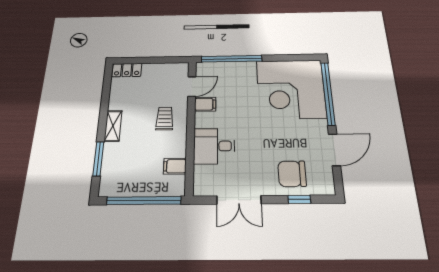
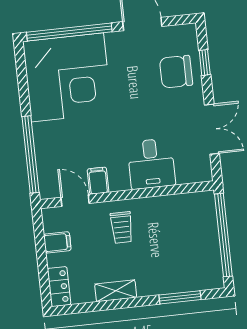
trolley: (165, 118) -> (122, 227), turned -90
shelving: (113, 126) -> (116, 291), moved
filing cabinet: (175, 166) -> (57, 242), moved, turned -90
chair: (292, 174) -> (176, 72), turned 90

